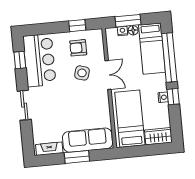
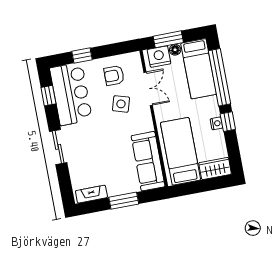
window: (77, 26) -> (82, 56), moved
nightstand: (122, 31) -> (159, 57), width x1.89, depth x1.79
double door: (108, 75) -> (148, 89), moved
sofa: (88, 140) -> (148, 161), moved, turned -90

